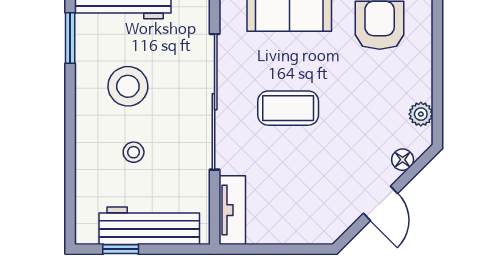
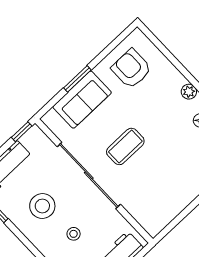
tv unit: (232, 210) -> (144, 218), removed

